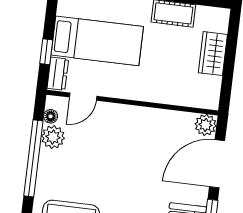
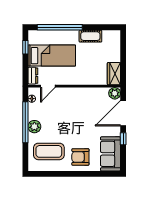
window: (46, 52) -> (25, 47), moved
wardrobe: (213, 54) -> (114, 74), moved
plant: (53, 137) -> (34, 127), moved

